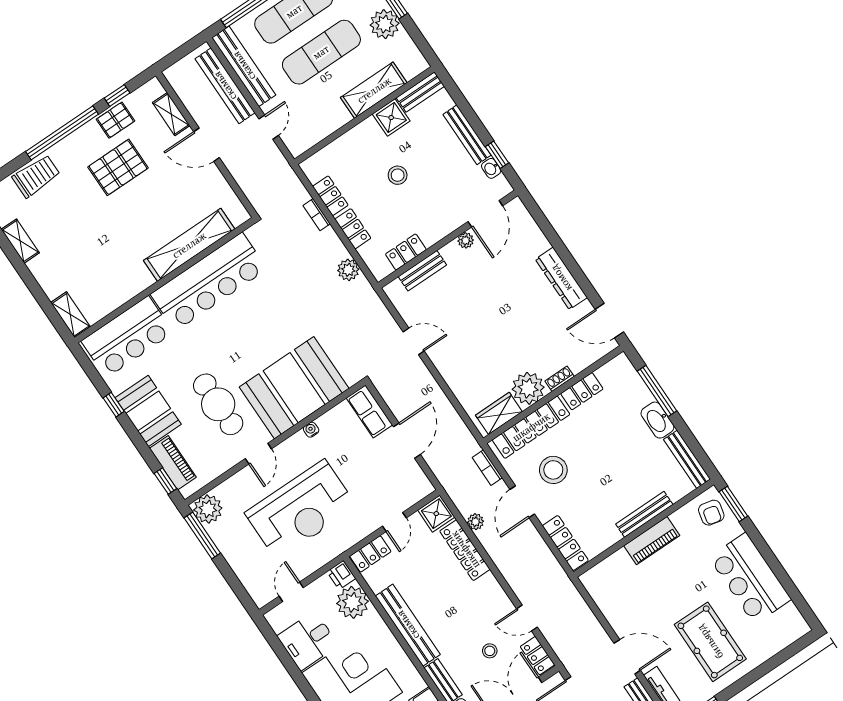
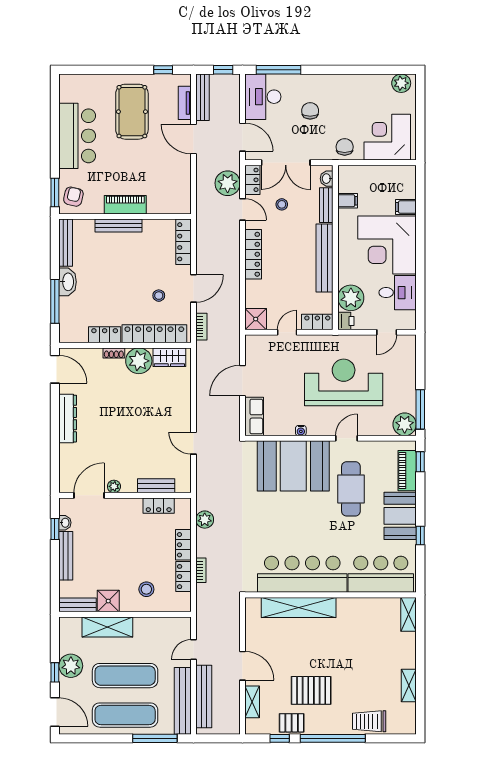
stool: (398, 175) -> (146, 589), moved
stool: (553, 470) -> (159, 296), width x0.53, depth x0.53
plant: (475, 522) -> (228, 183), moved, width x1.87, depth x1.87
locker: (465, 550) -> (253, 254), moved

